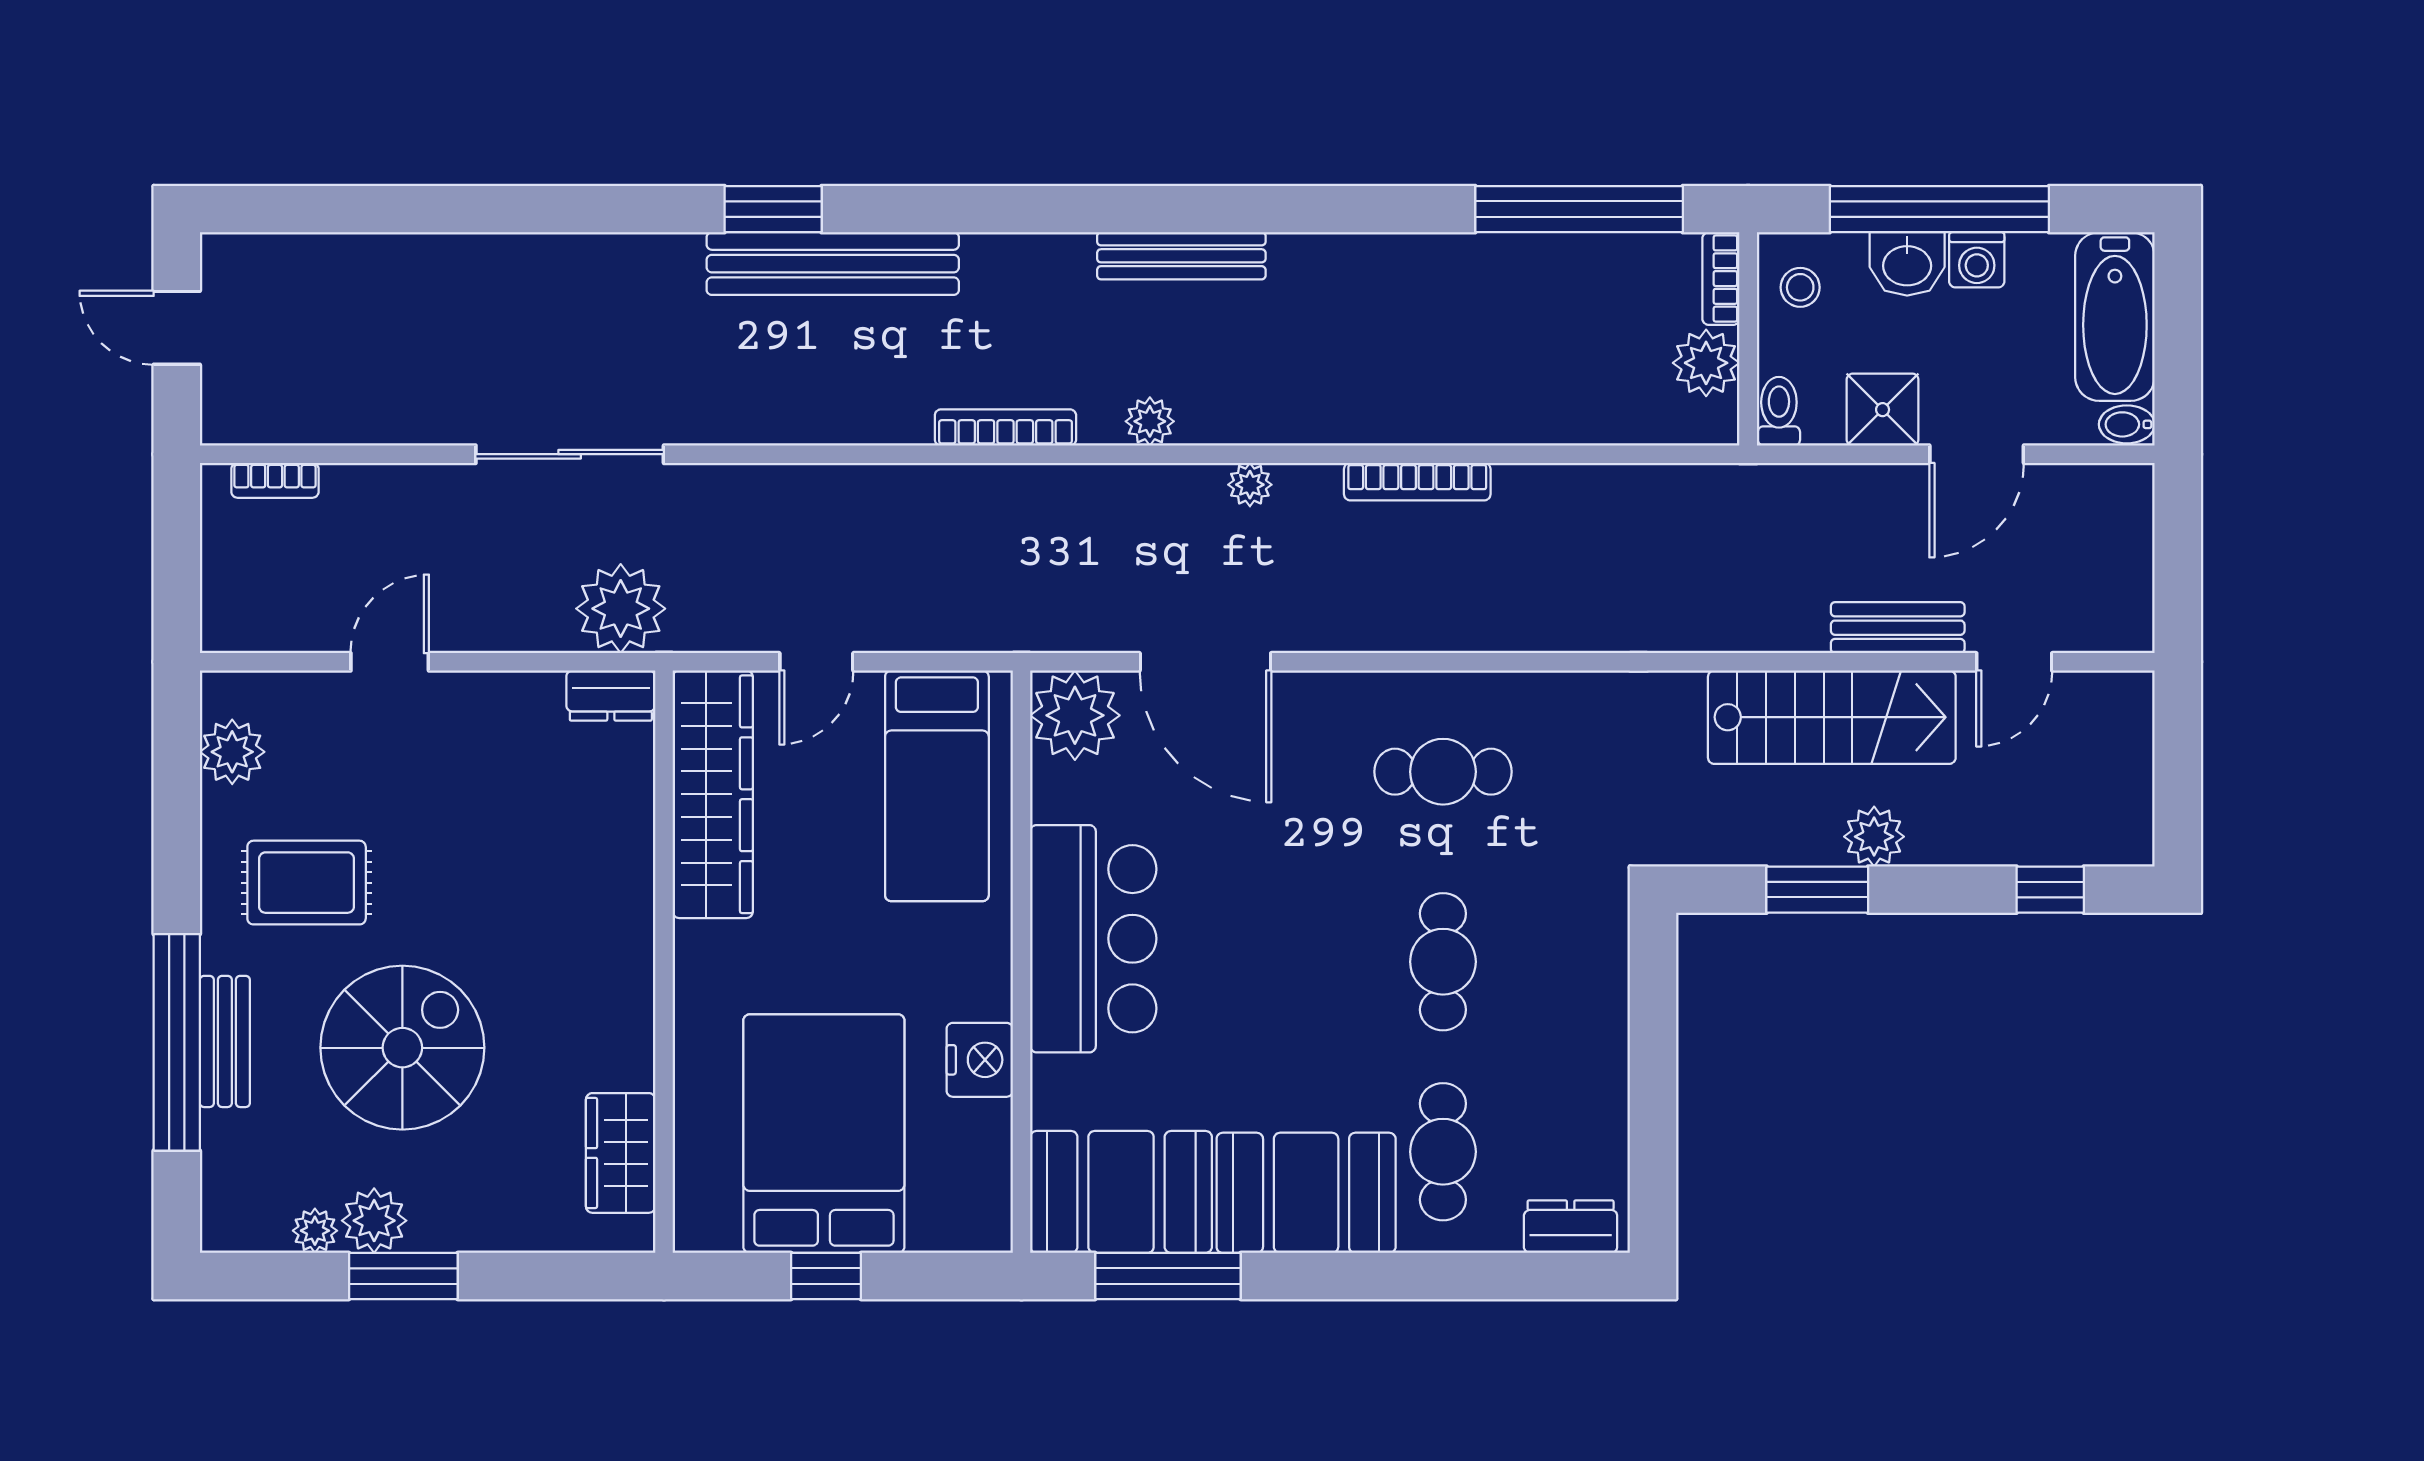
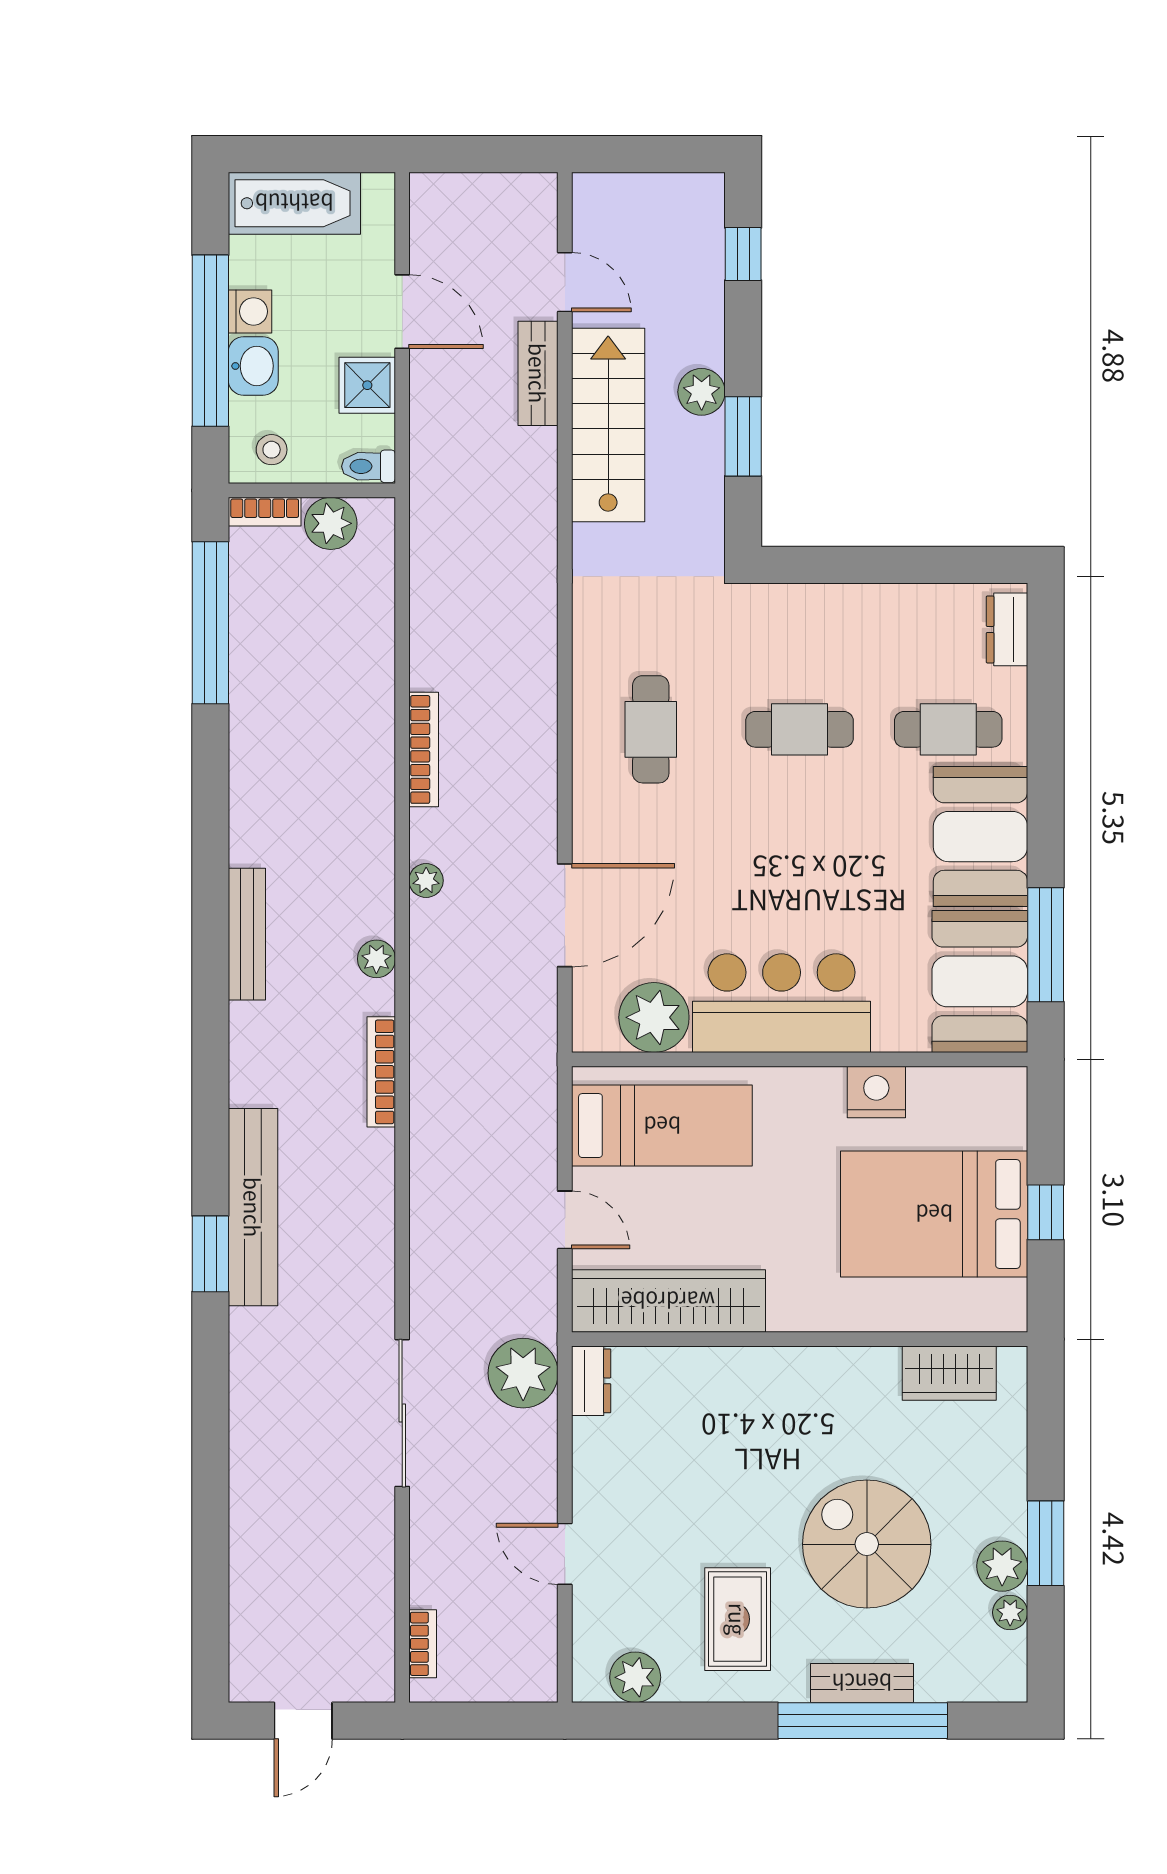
bidet: (2127, 424) -> (379, 194), removed
plant: (1075, 715) -> (654, 1017), moved

